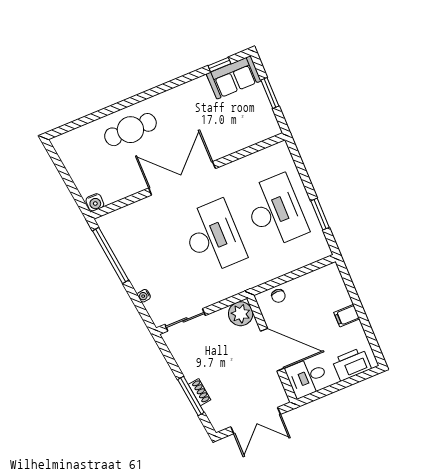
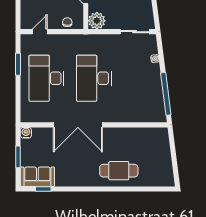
double door: (182, 178) -> (78, 125), moved
water cooler: (95, 202) -> (26, 133), moved
door: (309, 268) -> (40, 32), added

